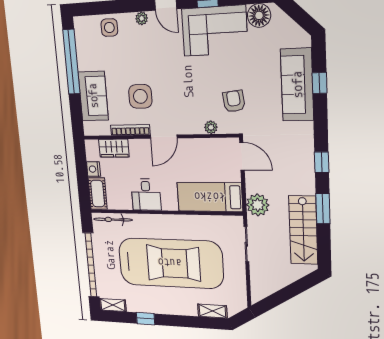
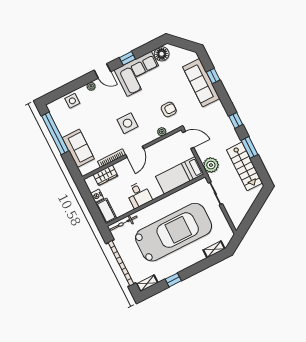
side table: (140, 96) -> (128, 123), moved
armchair: (234, 101) -> (169, 109), turned 97

